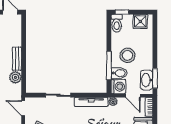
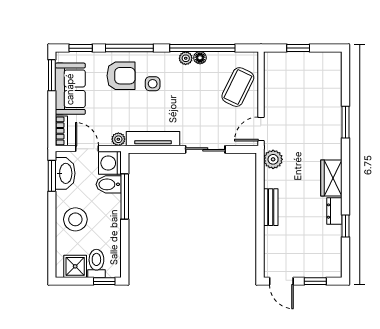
toilet: (117, 23) -> (96, 263), moved
stool: (128, 55) -> (75, 219), moved
plant: (15, 77) -> (273, 159), moved
door: (23, 108) -> (261, 129), swing flipped

